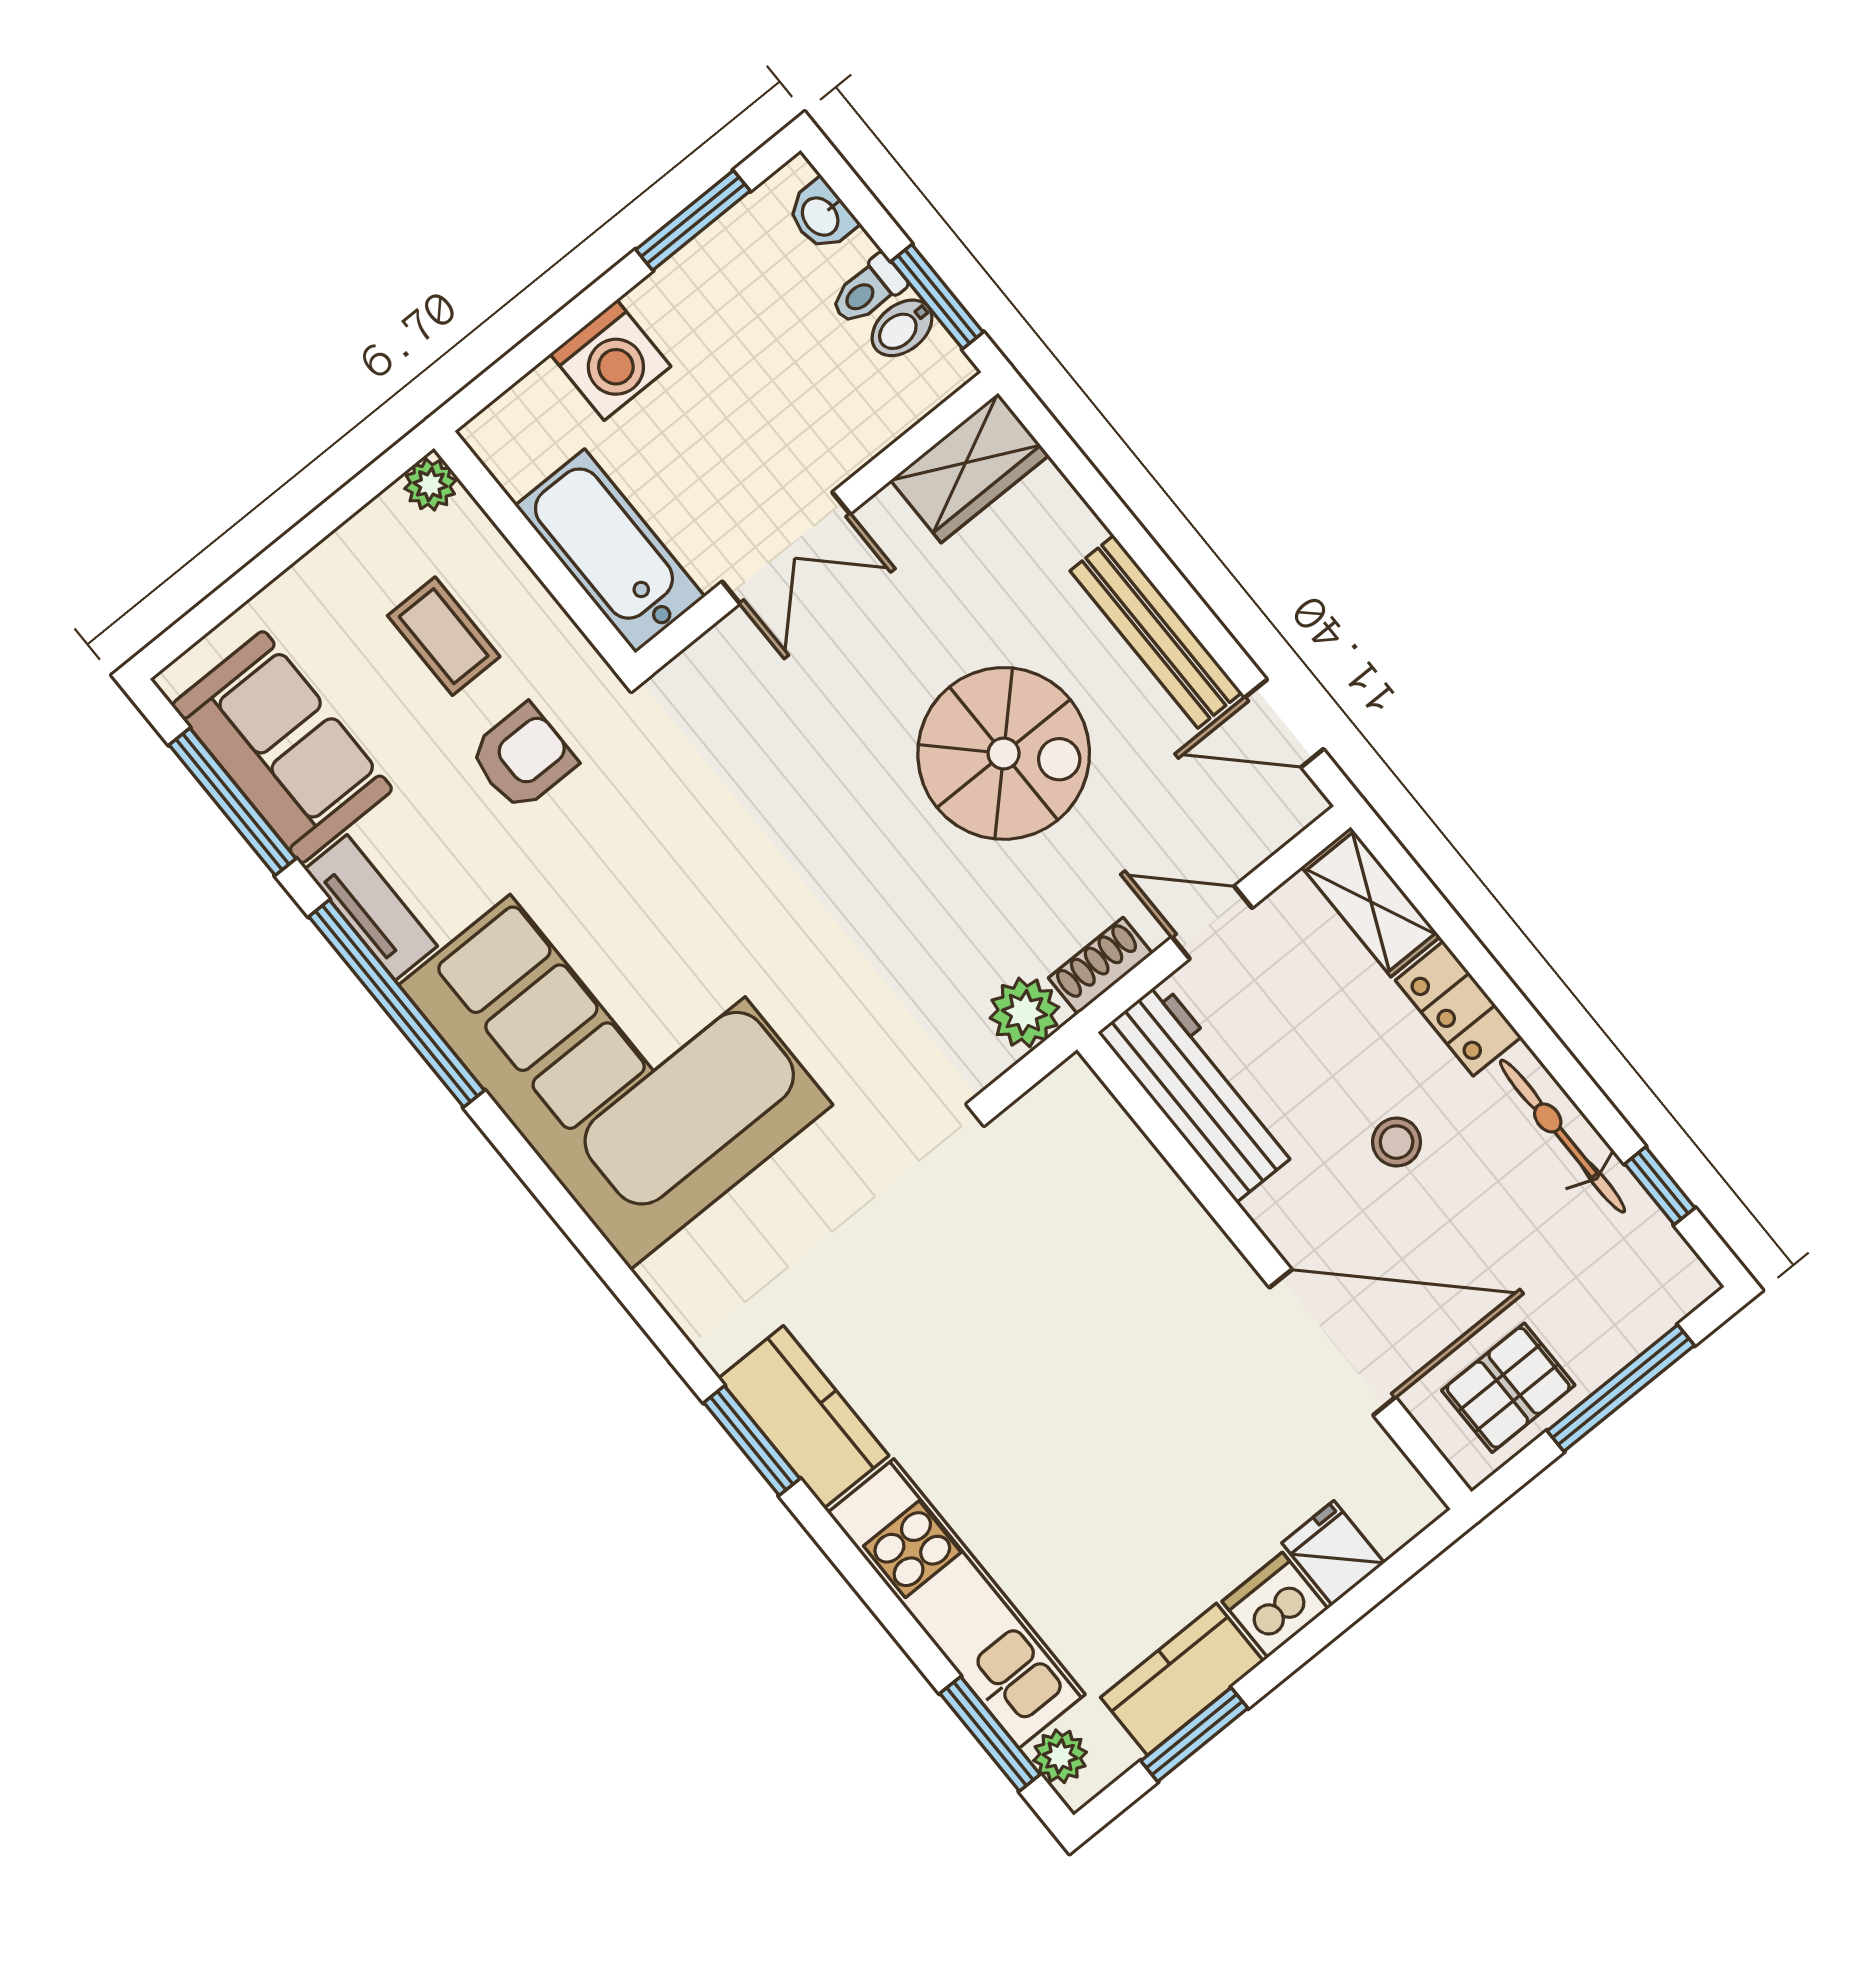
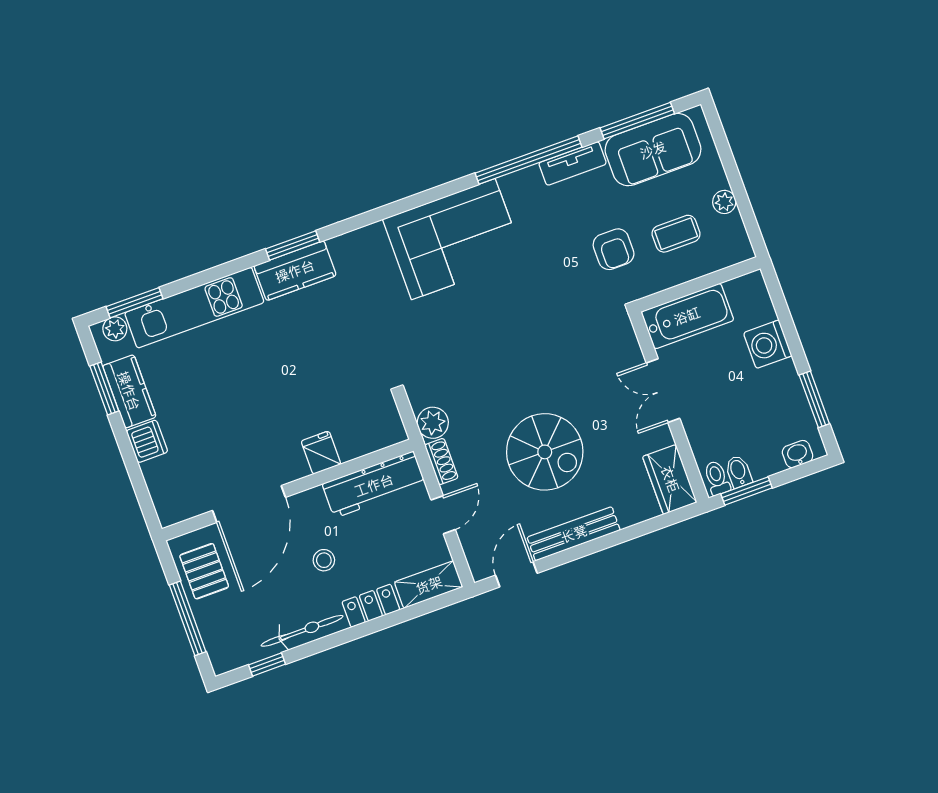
toilet: (868, 290) -> (717, 478), moved
plant: (430, 485) -> (724, 202), moved
spiral stairs: (1004, 753) -> (545, 452), turned -90
corner sofa: (616, 1045) -> (453, 239), width x0.73, depth x0.74
fridge: (1333, 1553) -> (321, 453), moved, turned -90

